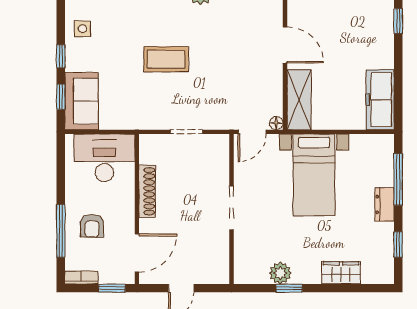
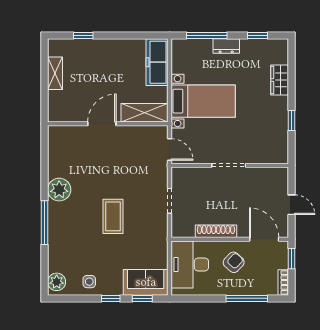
freezer: (380, 100) -> (157, 62), moved, turned 90
floor lamp: (276, 123) -> (163, 131), removed
armchair: (92, 226) -> (234, 262), moved, turned -47
plant: (280, 273) -> (280, 127), removed

